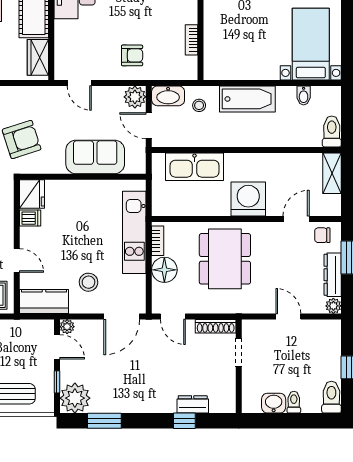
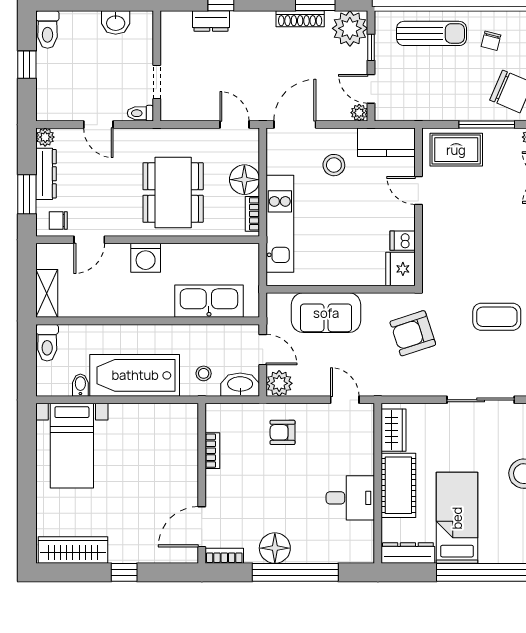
bathtub: (247, 99) -> (135, 375), width x1.36, depth x1.36
washing machine: (248, 199) -> (146, 258), width x0.73, depth x0.73
chair: (322, 235) -> (58, 220), turned 180
shoe rack: (216, 326) -> (300, 19), moved, turned 180
toilet: (294, 402) -> (140, 113), moved, turned 90

